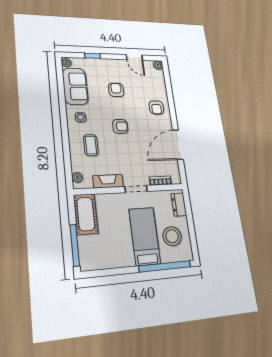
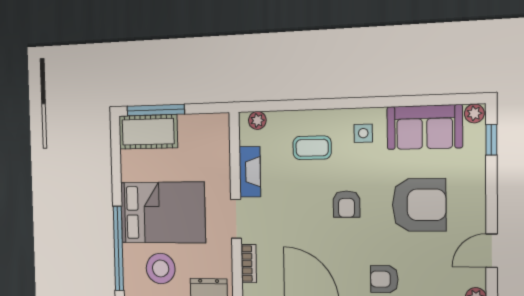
window: (92, 56) -> (491, 140), moved
armchair: (116, 90) -> (419, 205), width x1.88, depth x1.88
cot: (86, 214) -> (148, 132), moved
bed: (145, 236) -> (163, 213), width x1.50

